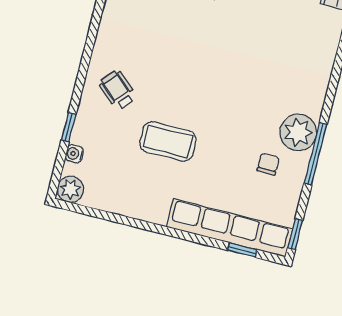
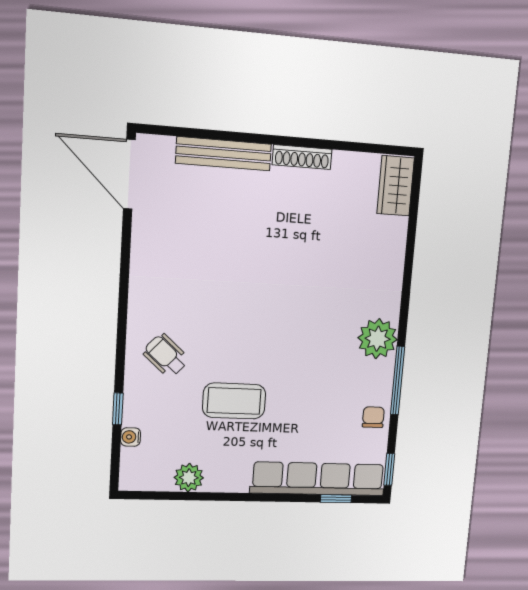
plant: (298, 132) -> (378, 339), moved
chair: (268, 164) -> (373, 417), moved
plant: (70, 189) -> (189, 478), moved

